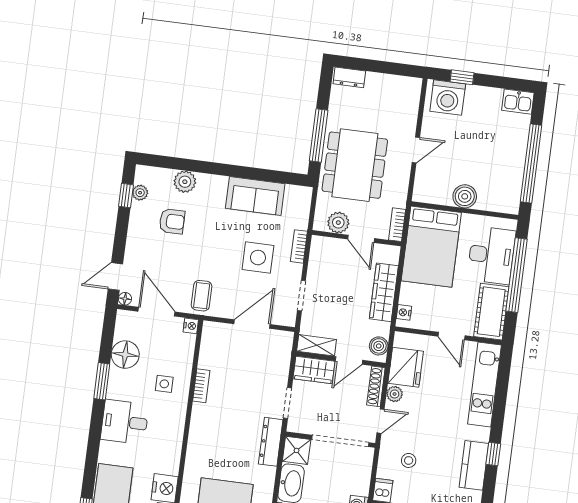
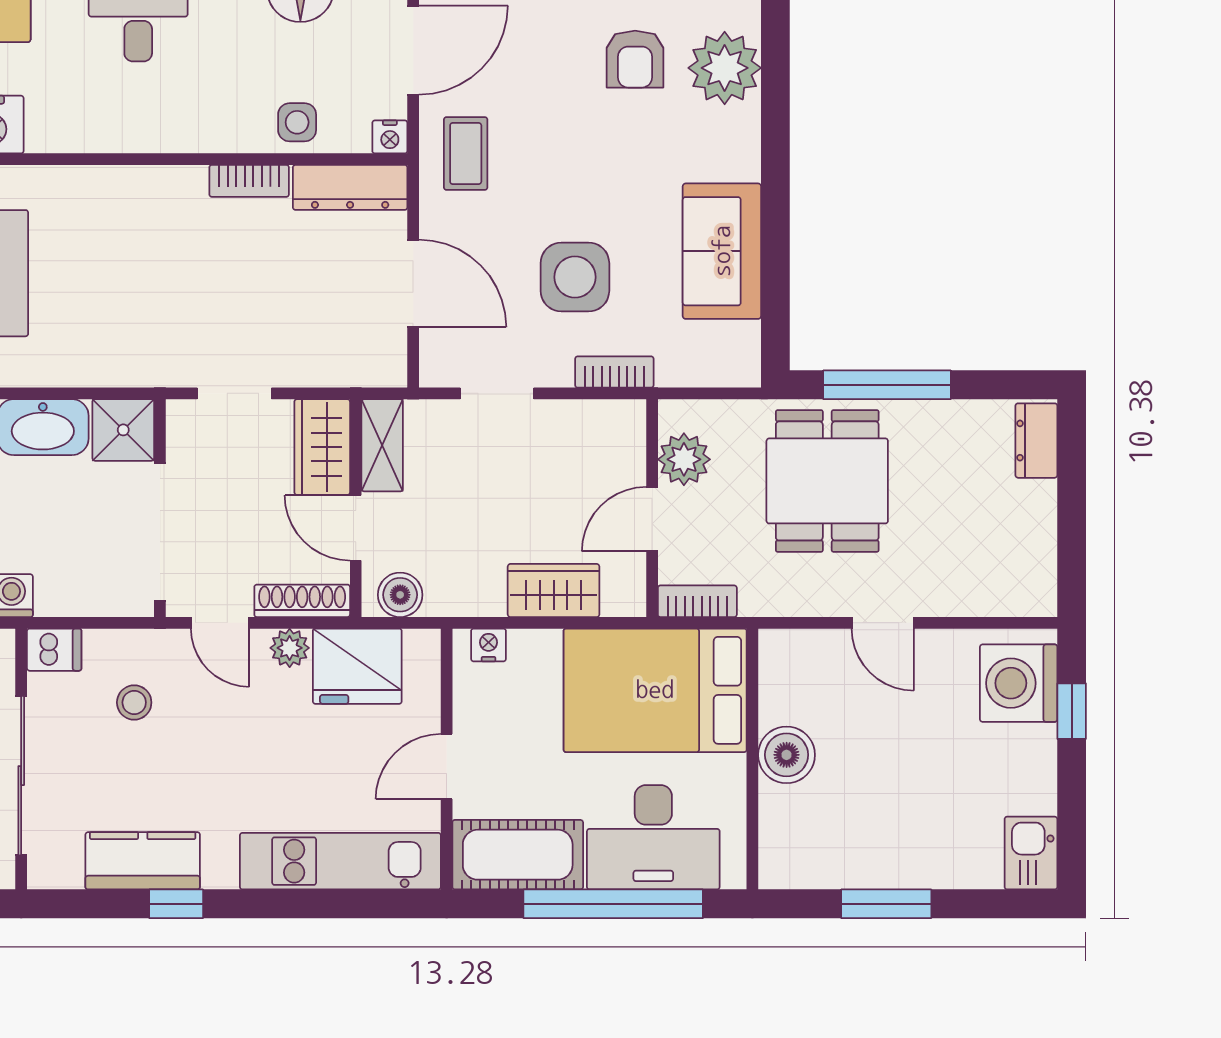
window: (531, 163) -> (886, 904), width x0.47
dining table: (355, 165) -> (827, 481), width x0.73
plant: (185, 182) -> (725, 68), width x1.36, depth x1.36
wardrobe: (384, 292) -> (554, 590), width x0.67
coffee table: (202, 296) -> (466, 153), turned 90
side table: (164, 384) -> (297, 122), moved
dresser: (271, 442) -> (350, 187), moved, turned 180

